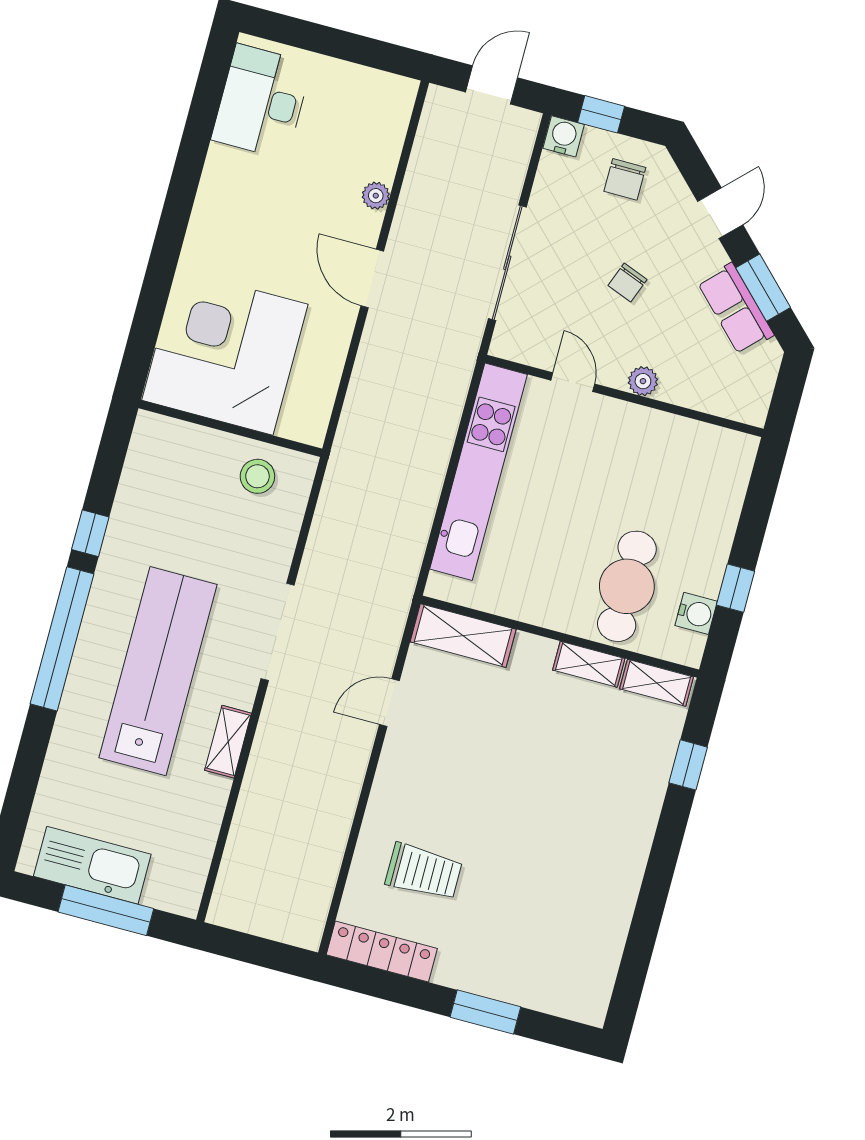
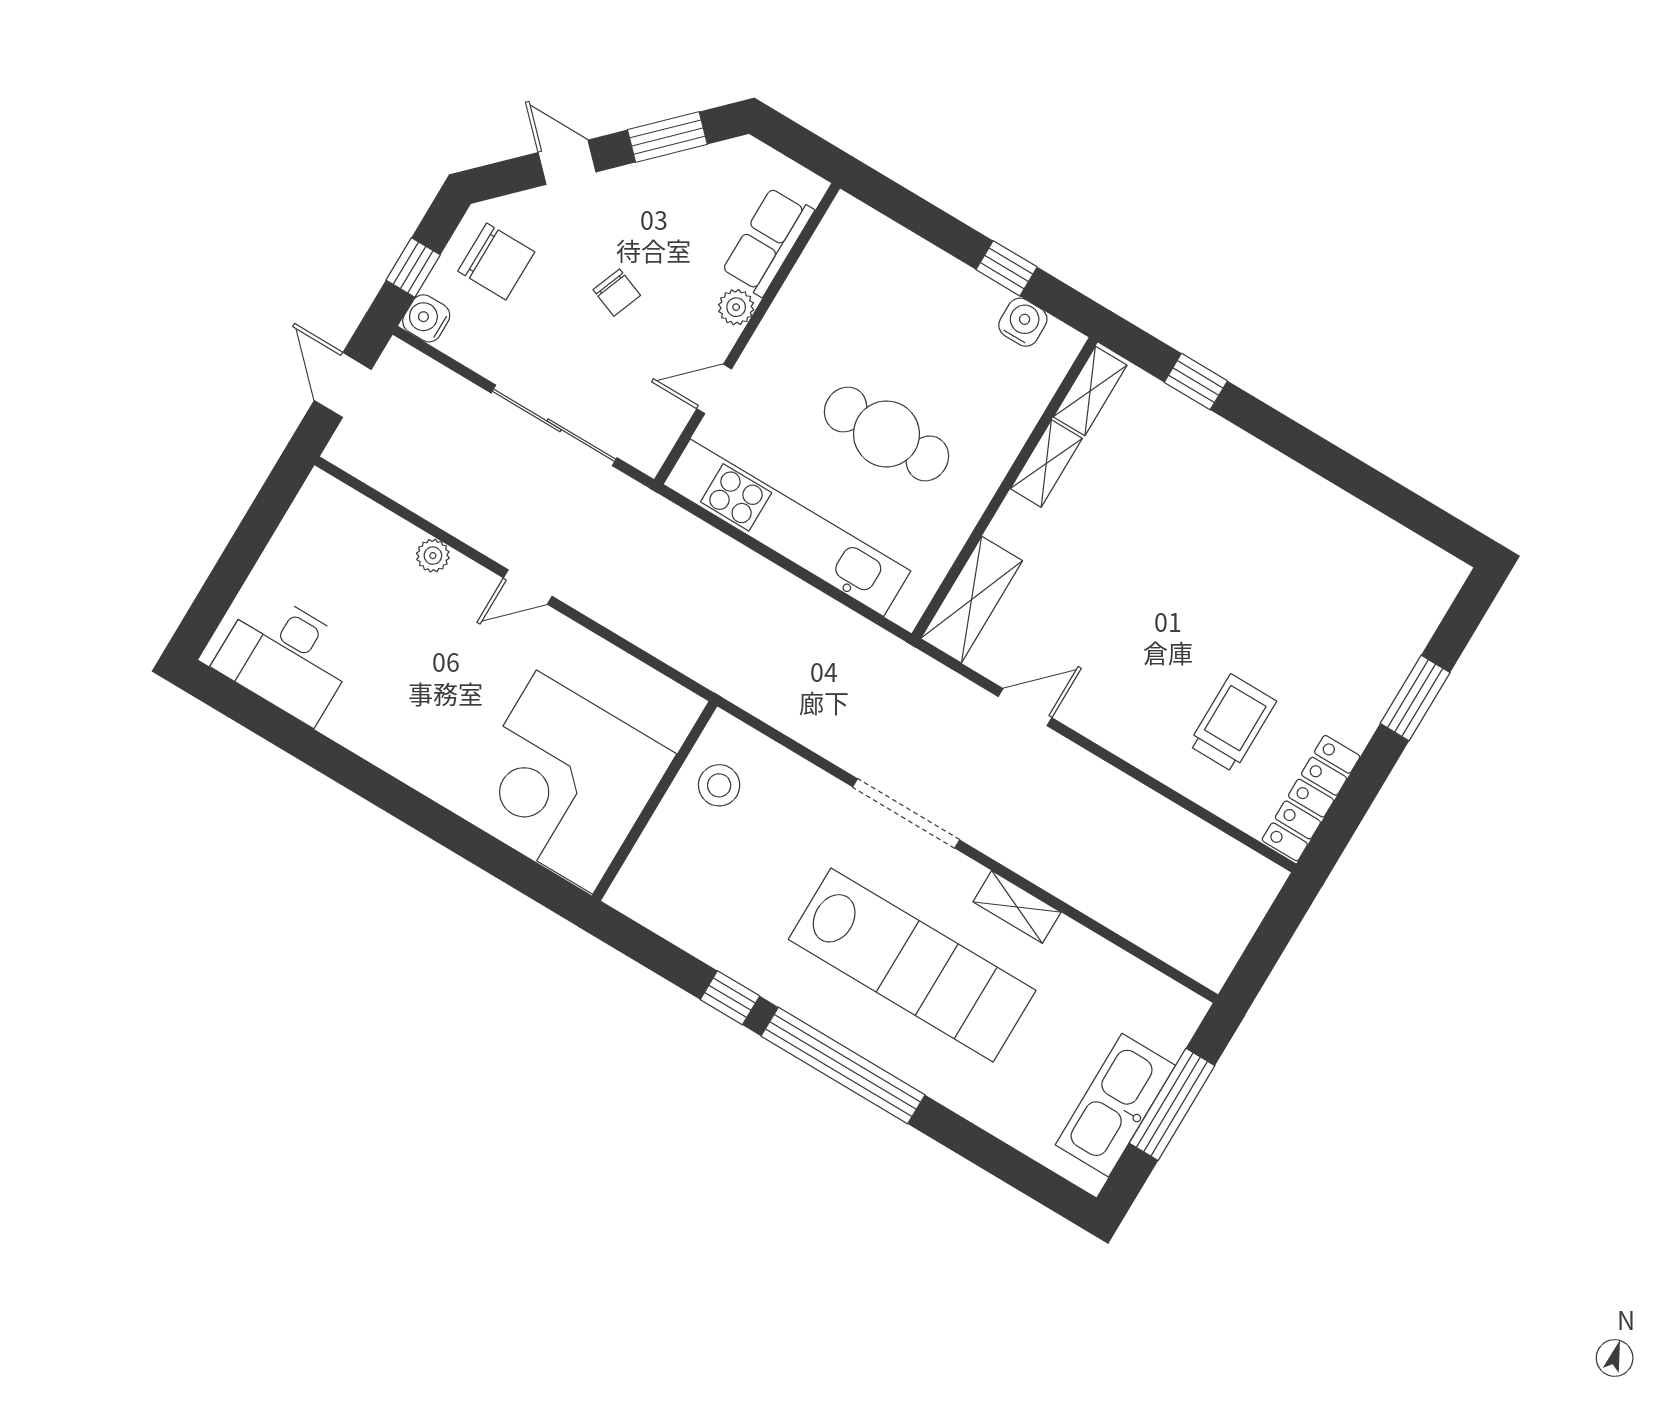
chair: (625, 179) -> (496, 262), width x1.37, depth x1.37
door: (372, 279) -> (528, 587), width x0.73
row of seats: (736, 309) -> (768, 241), moved, turned 135
cafe table: (627, 586) -> (886, 434), moved
lab bench: (158, 671) -> (912, 965), turned 180
door: (389, 703) -> (1025, 707), swing flipped

